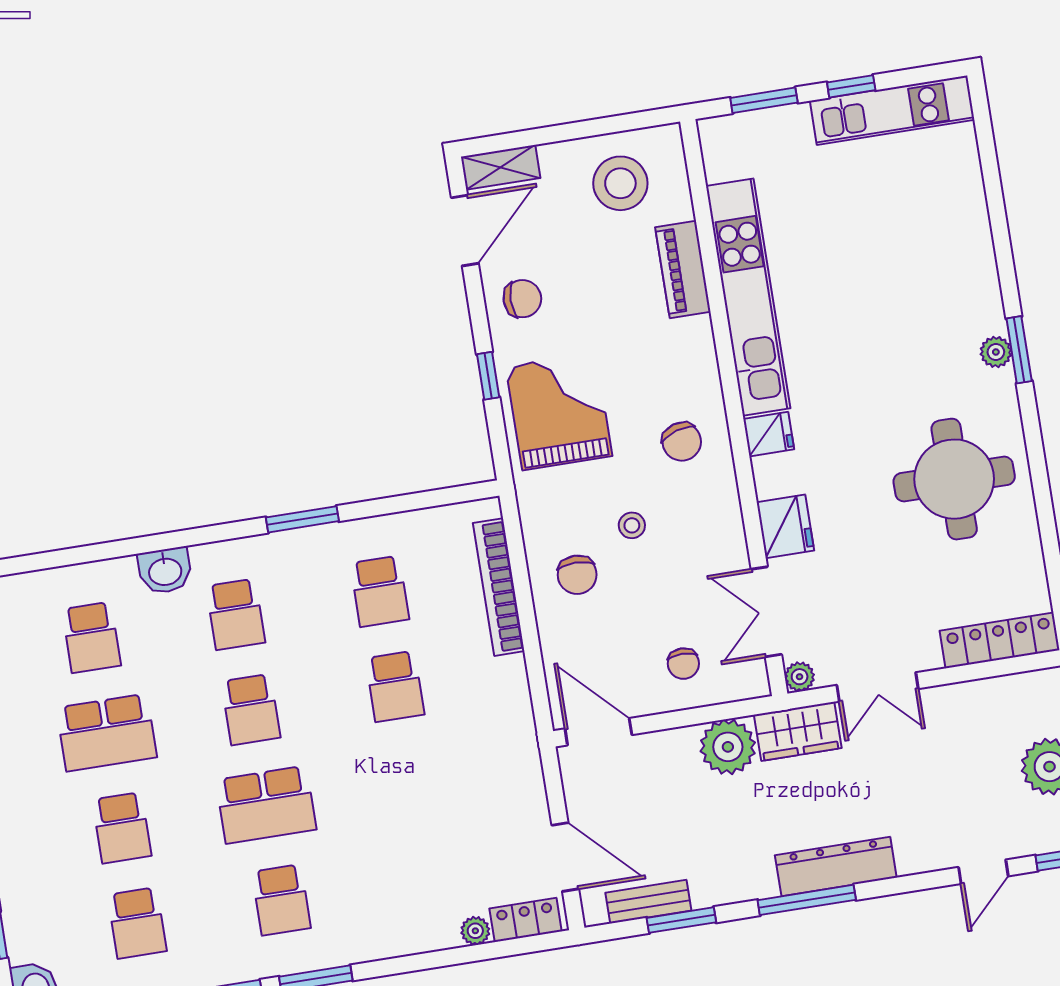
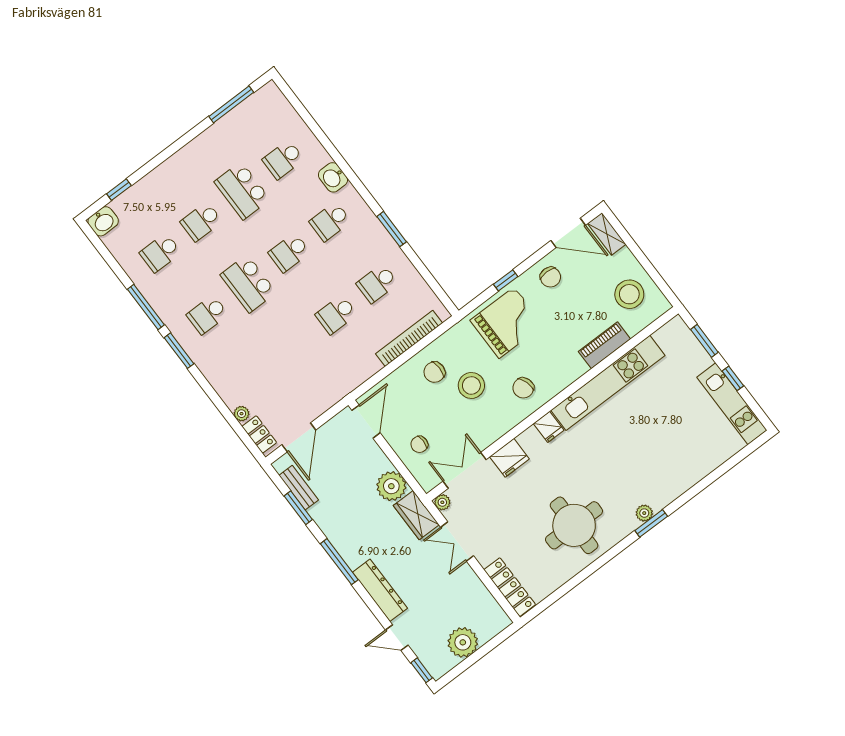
stool: (632, 525) -> (471, 385), width x1.89, depth x1.89
dresser: (836, 866) -> (380, 590), moved

